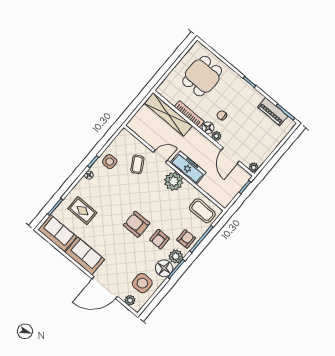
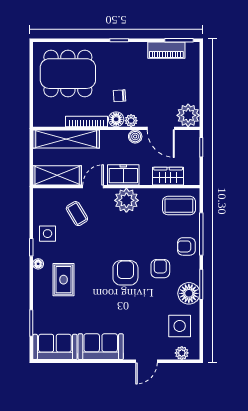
dining table: (202, 76) -> (68, 74), width x1.38
shelving: (145, 132) -> (57, 175), added
boiler: (211, 148) -> (135, 137), added
plant: (254, 167) -> (188, 115), width x1.88, depth x1.88
freezer: (188, 168) -> (123, 175), width x0.71
wardrobe: (211, 188) -> (168, 176), added
rug: (82, 211) -> (64, 280), moved, turned 90
armchair: (137, 224) -> (125, 273), turned 90
armchair: (160, 239) -> (160, 269), turned 180
armchair: (186, 239) -> (186, 246), turned -90
plant: (176, 256) -> (191, 272), removed
door: (105, 288) -> (146, 361), width x0.53

